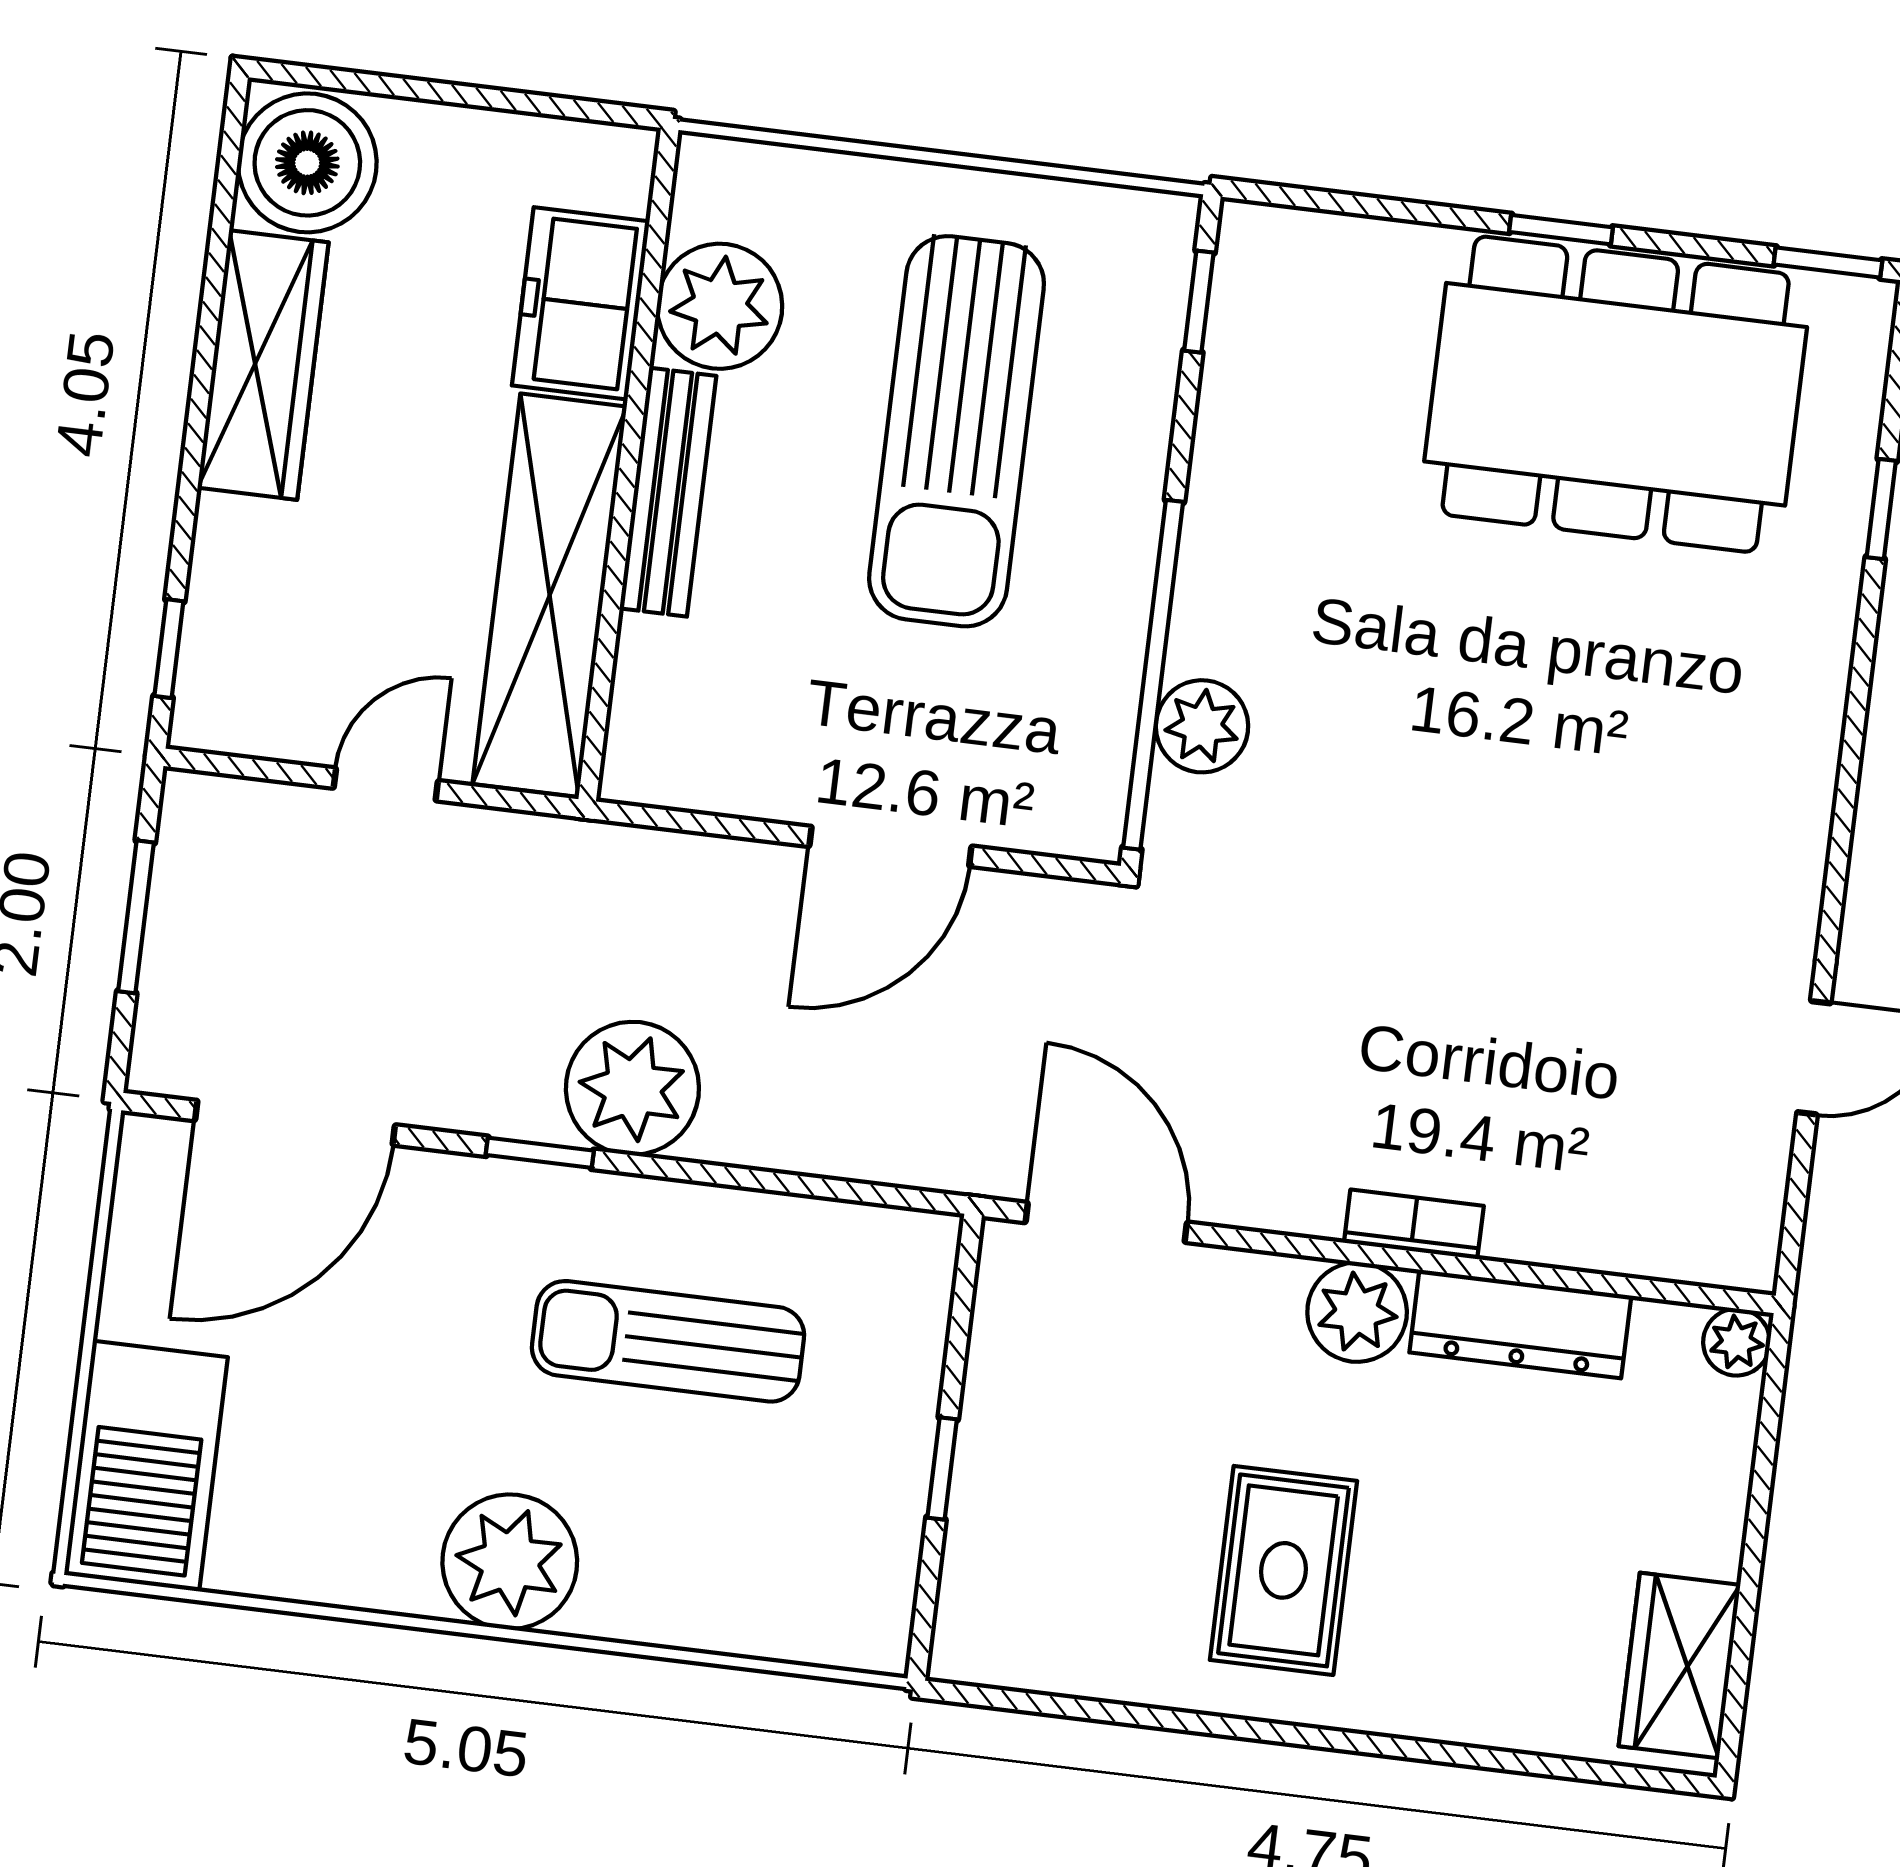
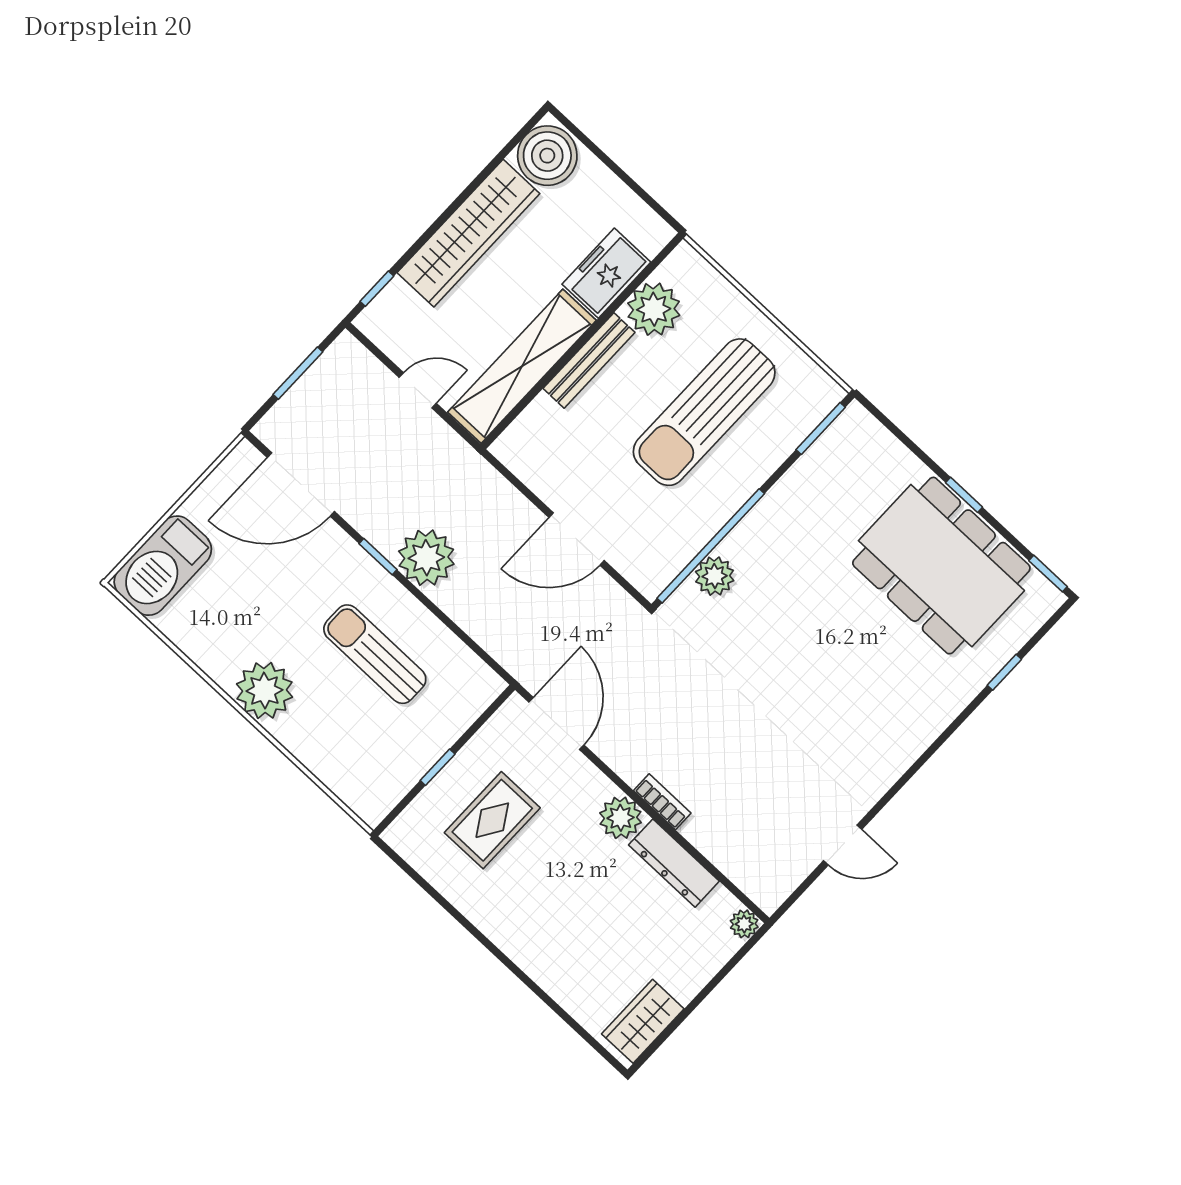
window: (1199, 302) -> (821, 428), width x1.50
wardrobe: (263, 365) -> (468, 233), width x1.40, depth x1.17
rug: (1284, 1570) -> (492, 820), moved

